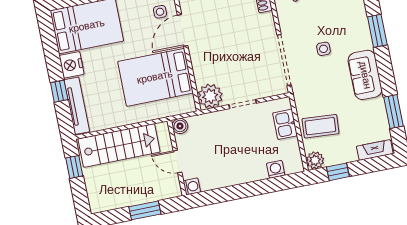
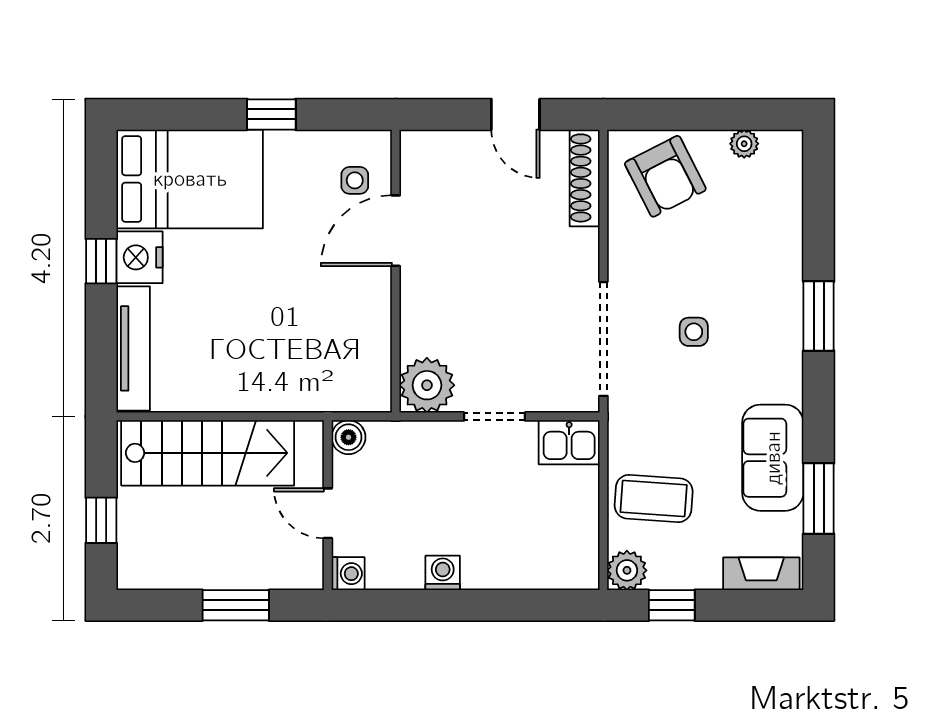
sofa: (365, 75) -> (773, 458), moved
bed: (155, 77) -> (316, 321), removed
window: (59, 91) -> (101, 261), moved
kitchen sink: (285, 124) -> (569, 442), moved, turned -90
window: (74, 167) -> (101, 520), moved
washing machine: (276, 169) -> (443, 573), moved

